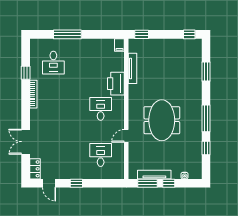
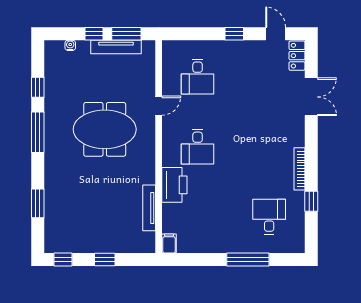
window: (142, 34) -> (105, 260), moved
meeting table: (162, 120) -> (105, 129), turned 90

